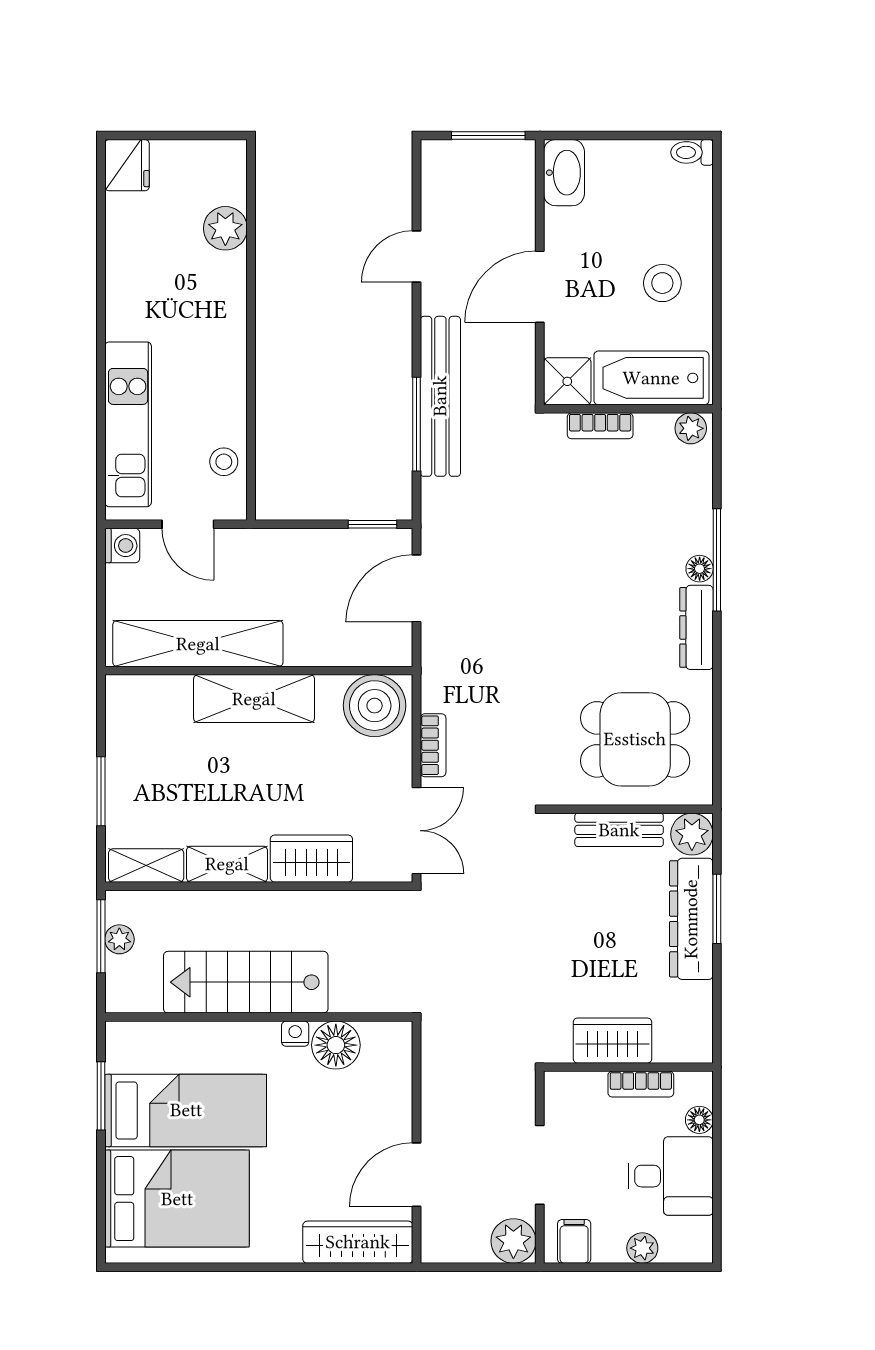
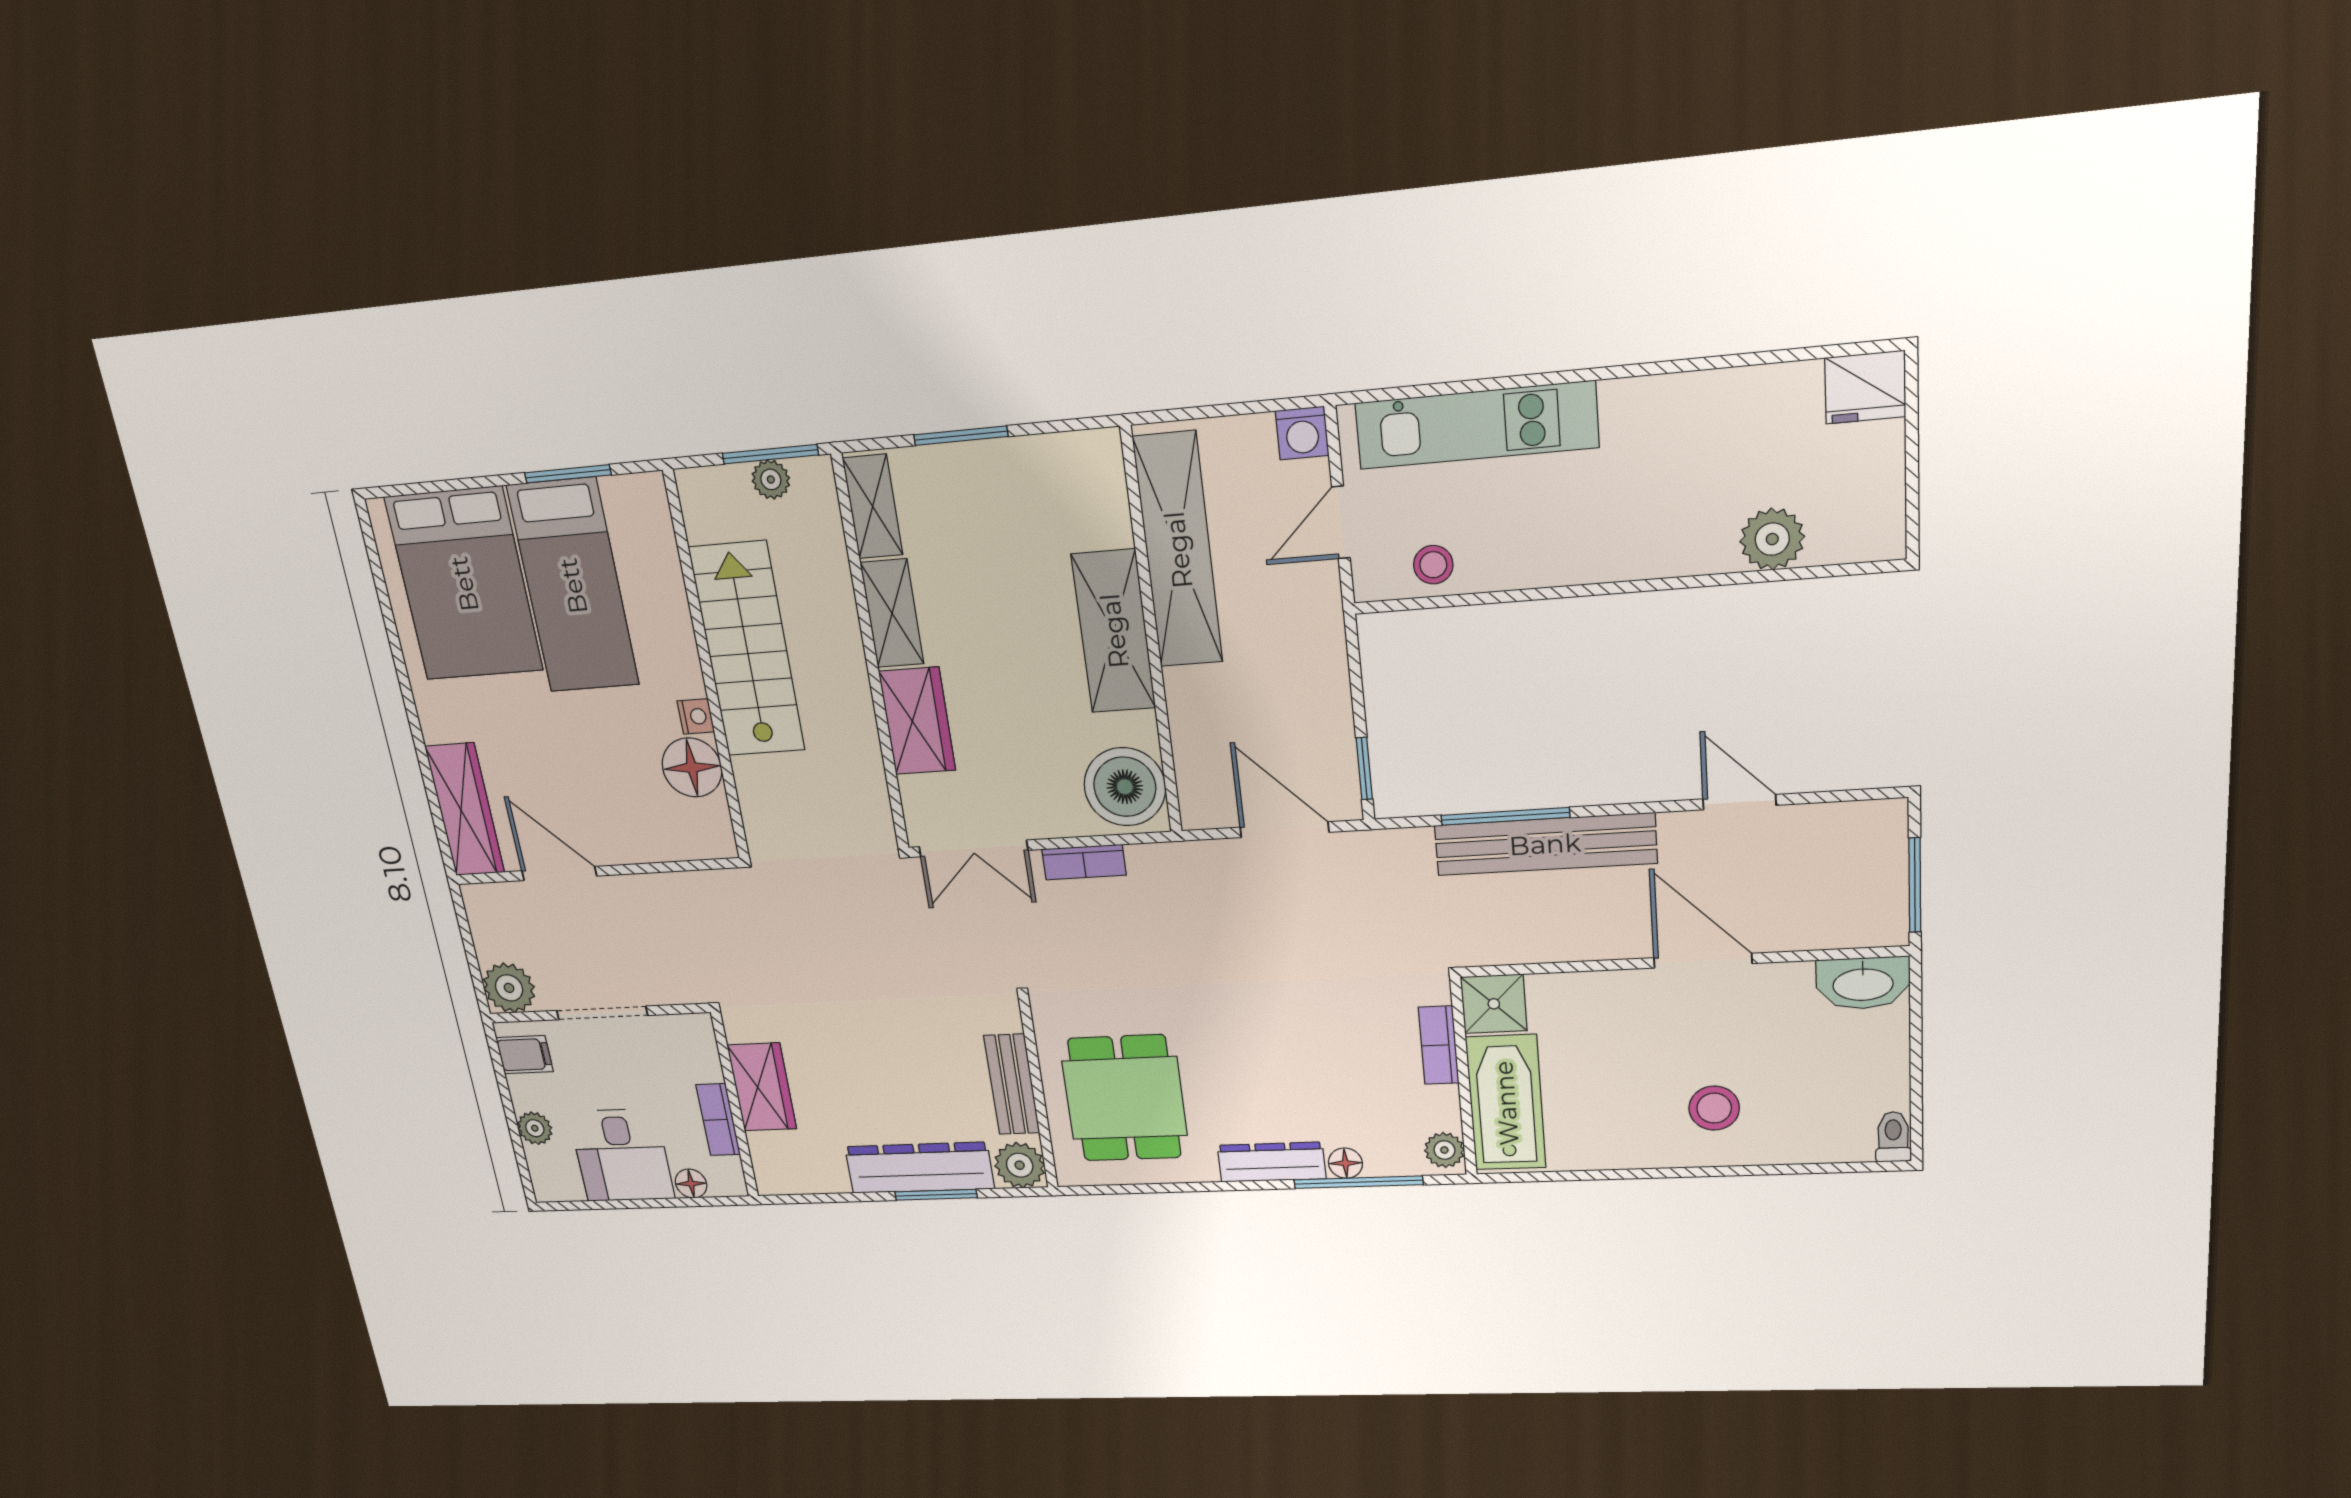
bathtub: (651, 378) -> (1506, 1103), moved
shower: (567, 381) -> (1494, 1004), moved
wall: (628, 409) -> (1463, 1077), moved
bookcase: (600, 426) -> (1439, 1045), moved
plant: (691, 428) -> (1444, 1150), moved

